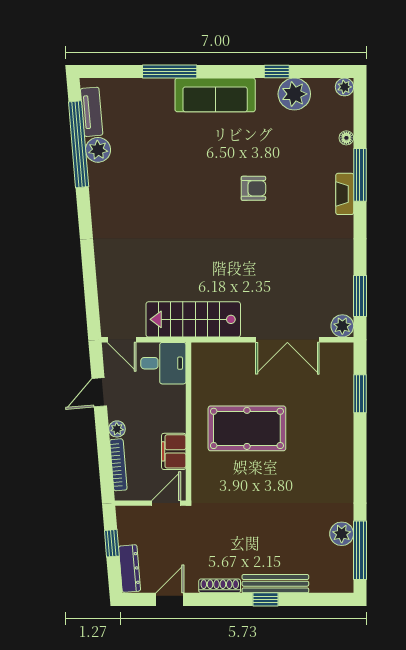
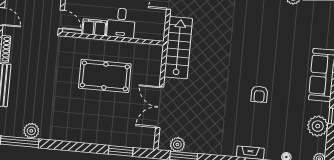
plant: (342, 326) -> (177, 144), moved
desk: (163, 363) -> (121, 23), moved
pool table: (247, 428) -> (105, 76), turned 90

